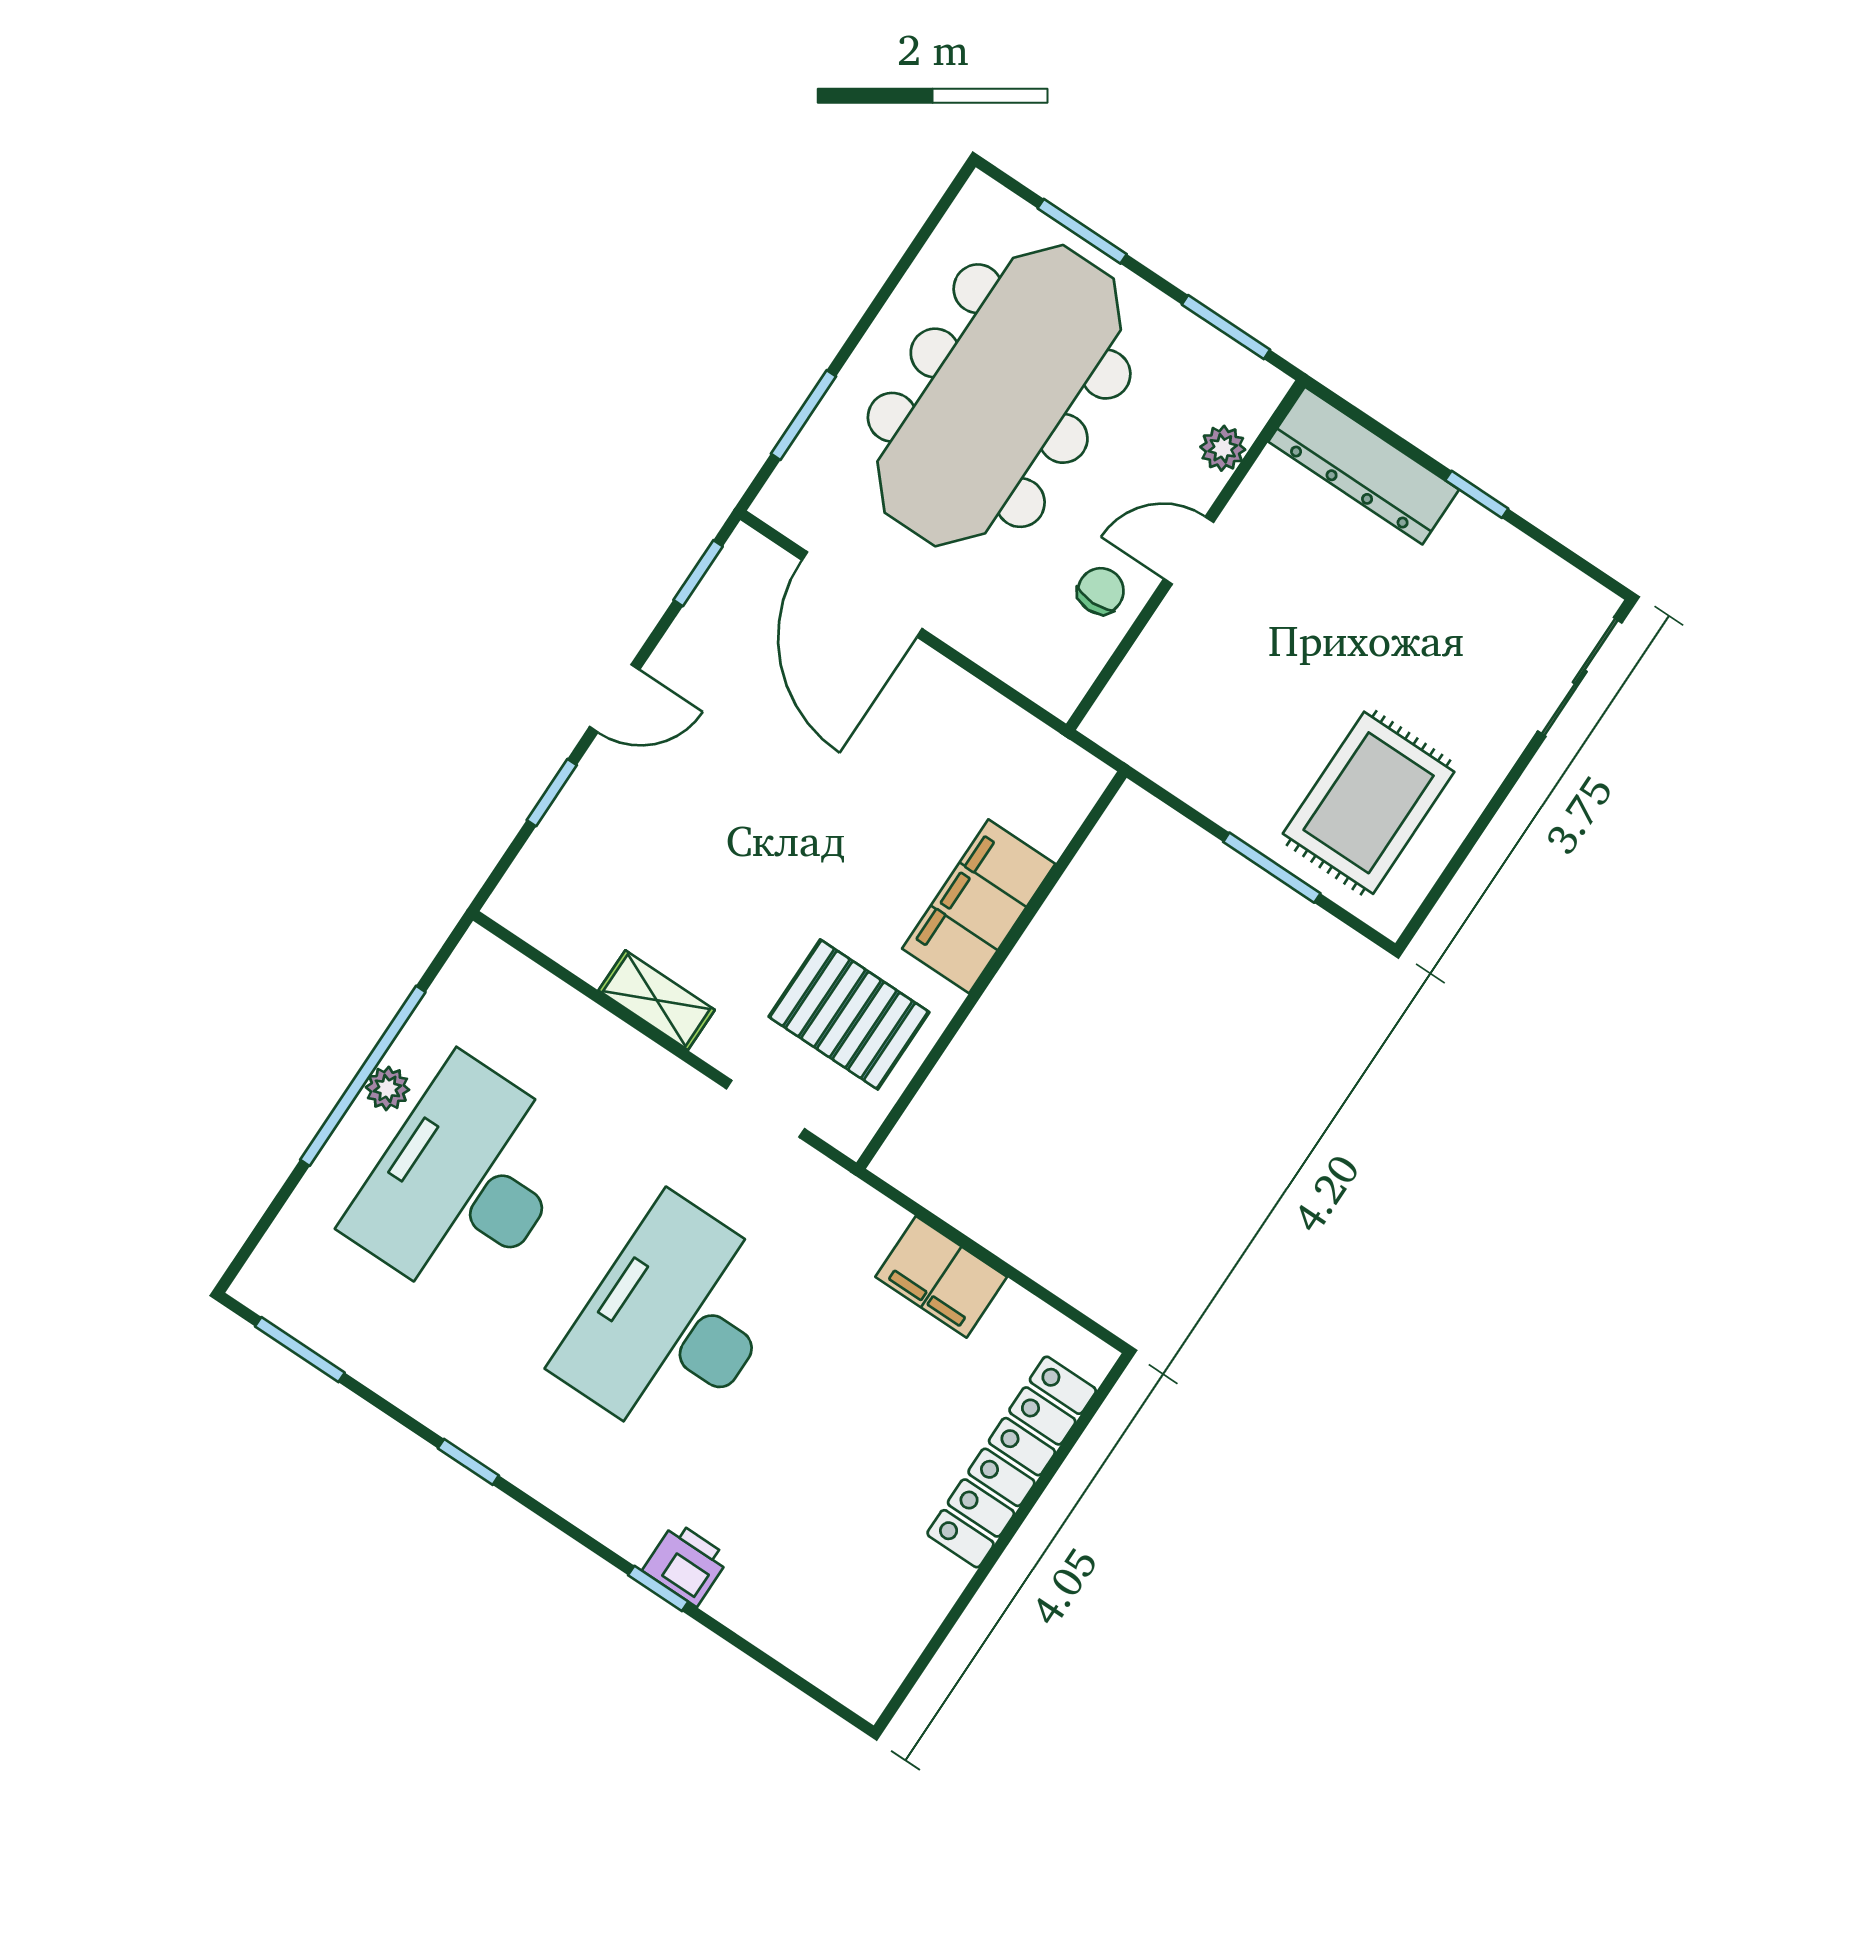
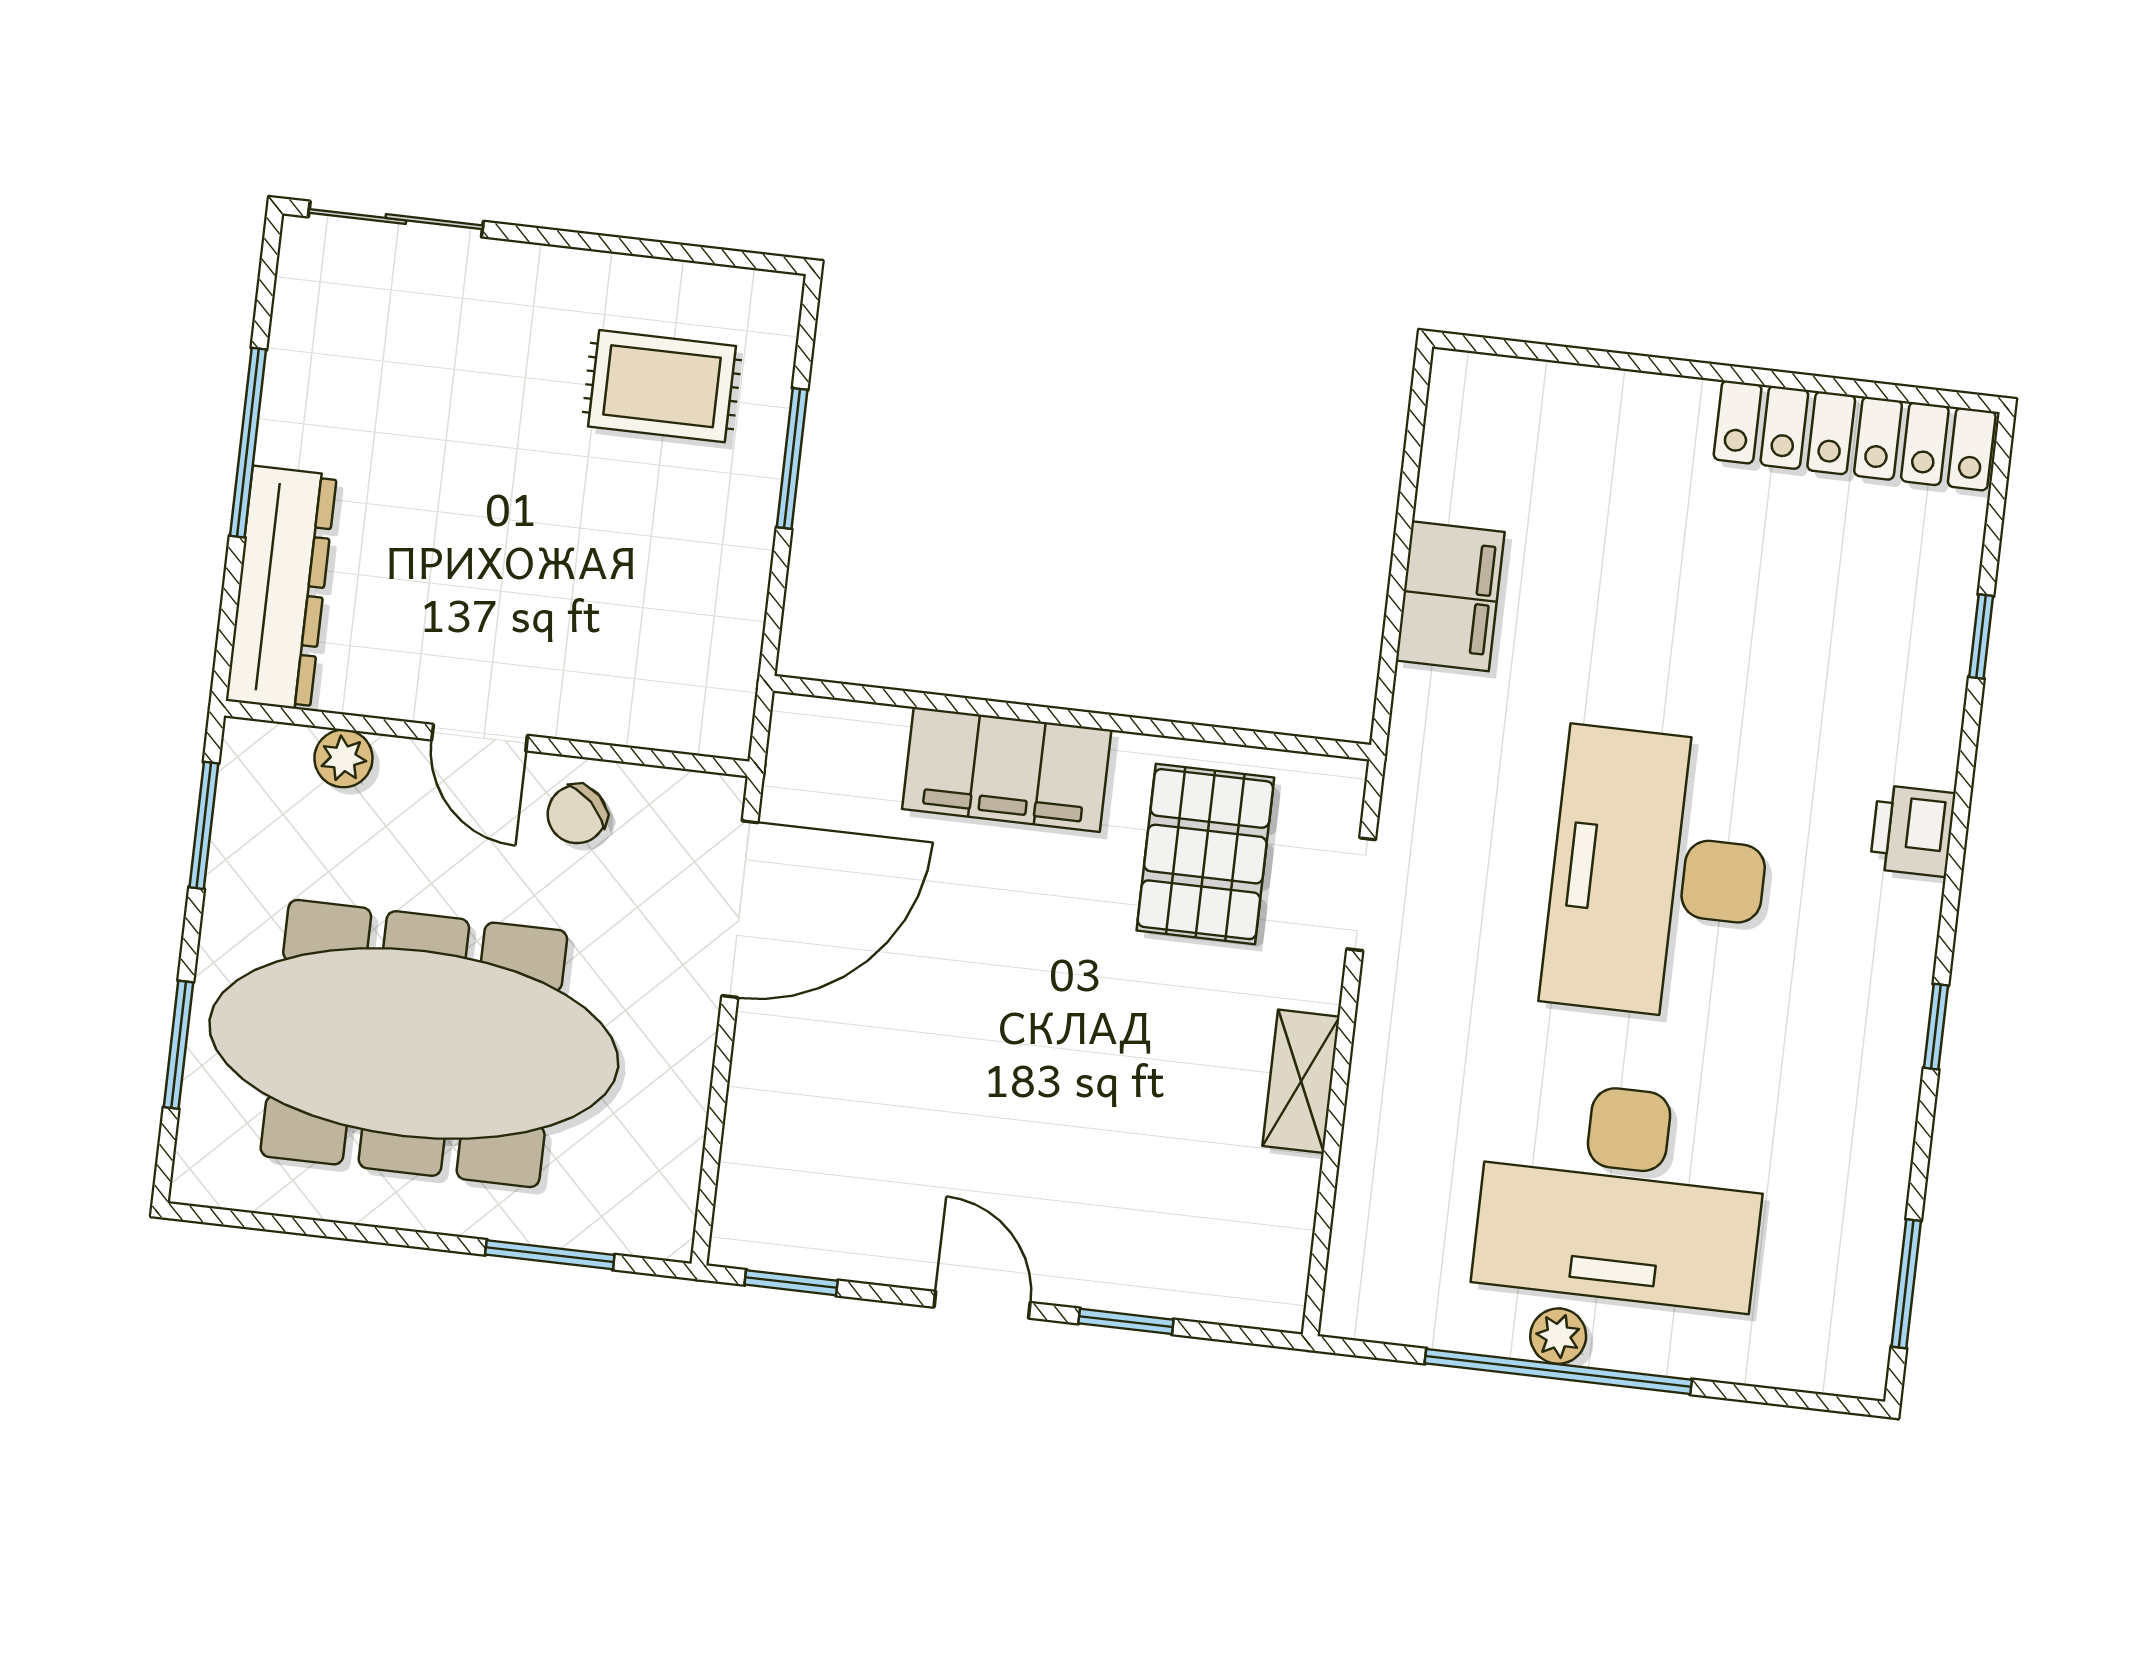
window: (1477, 494) -> (248, 443), width x2.17
chair: (1101, 591) -> (577, 814), turned -46
door: (862, 594) -> (740, 909), moved
rug: (1369, 803) -> (662, 386), width x0.73, depth x0.70
desk: (673, 1323) -> (1659, 874), turned 90
locker: (1012, 1462) -> (1855, 436), moved
printer: (686, 1564) -> (1912, 831), moved
window: (658, 1588) -> (1981, 636), moved

